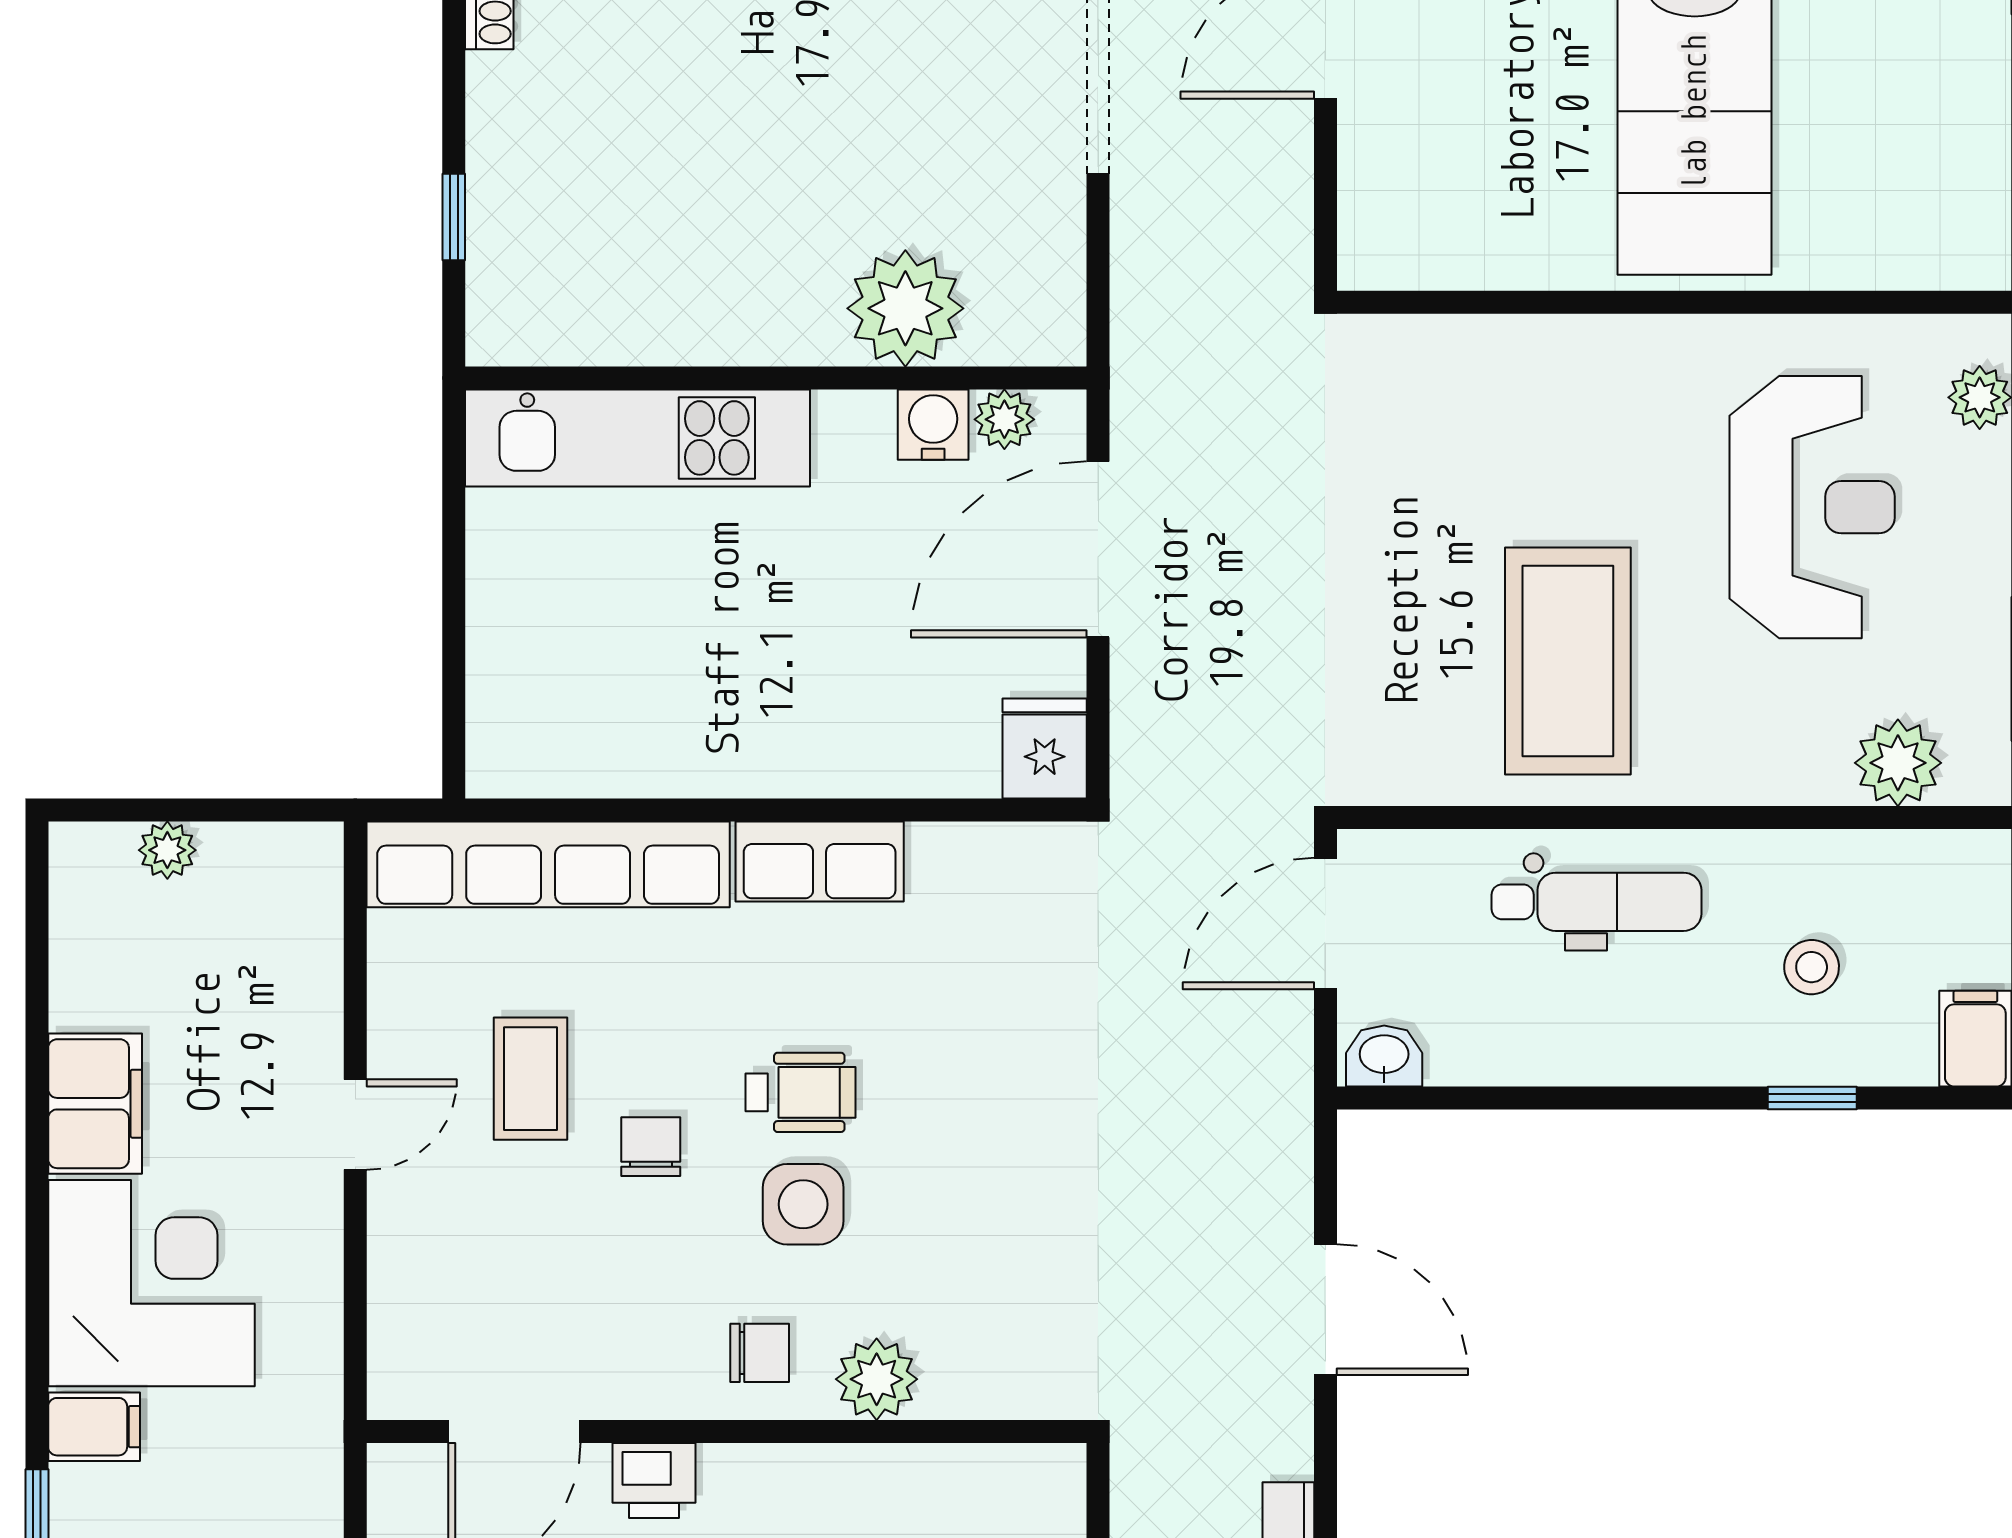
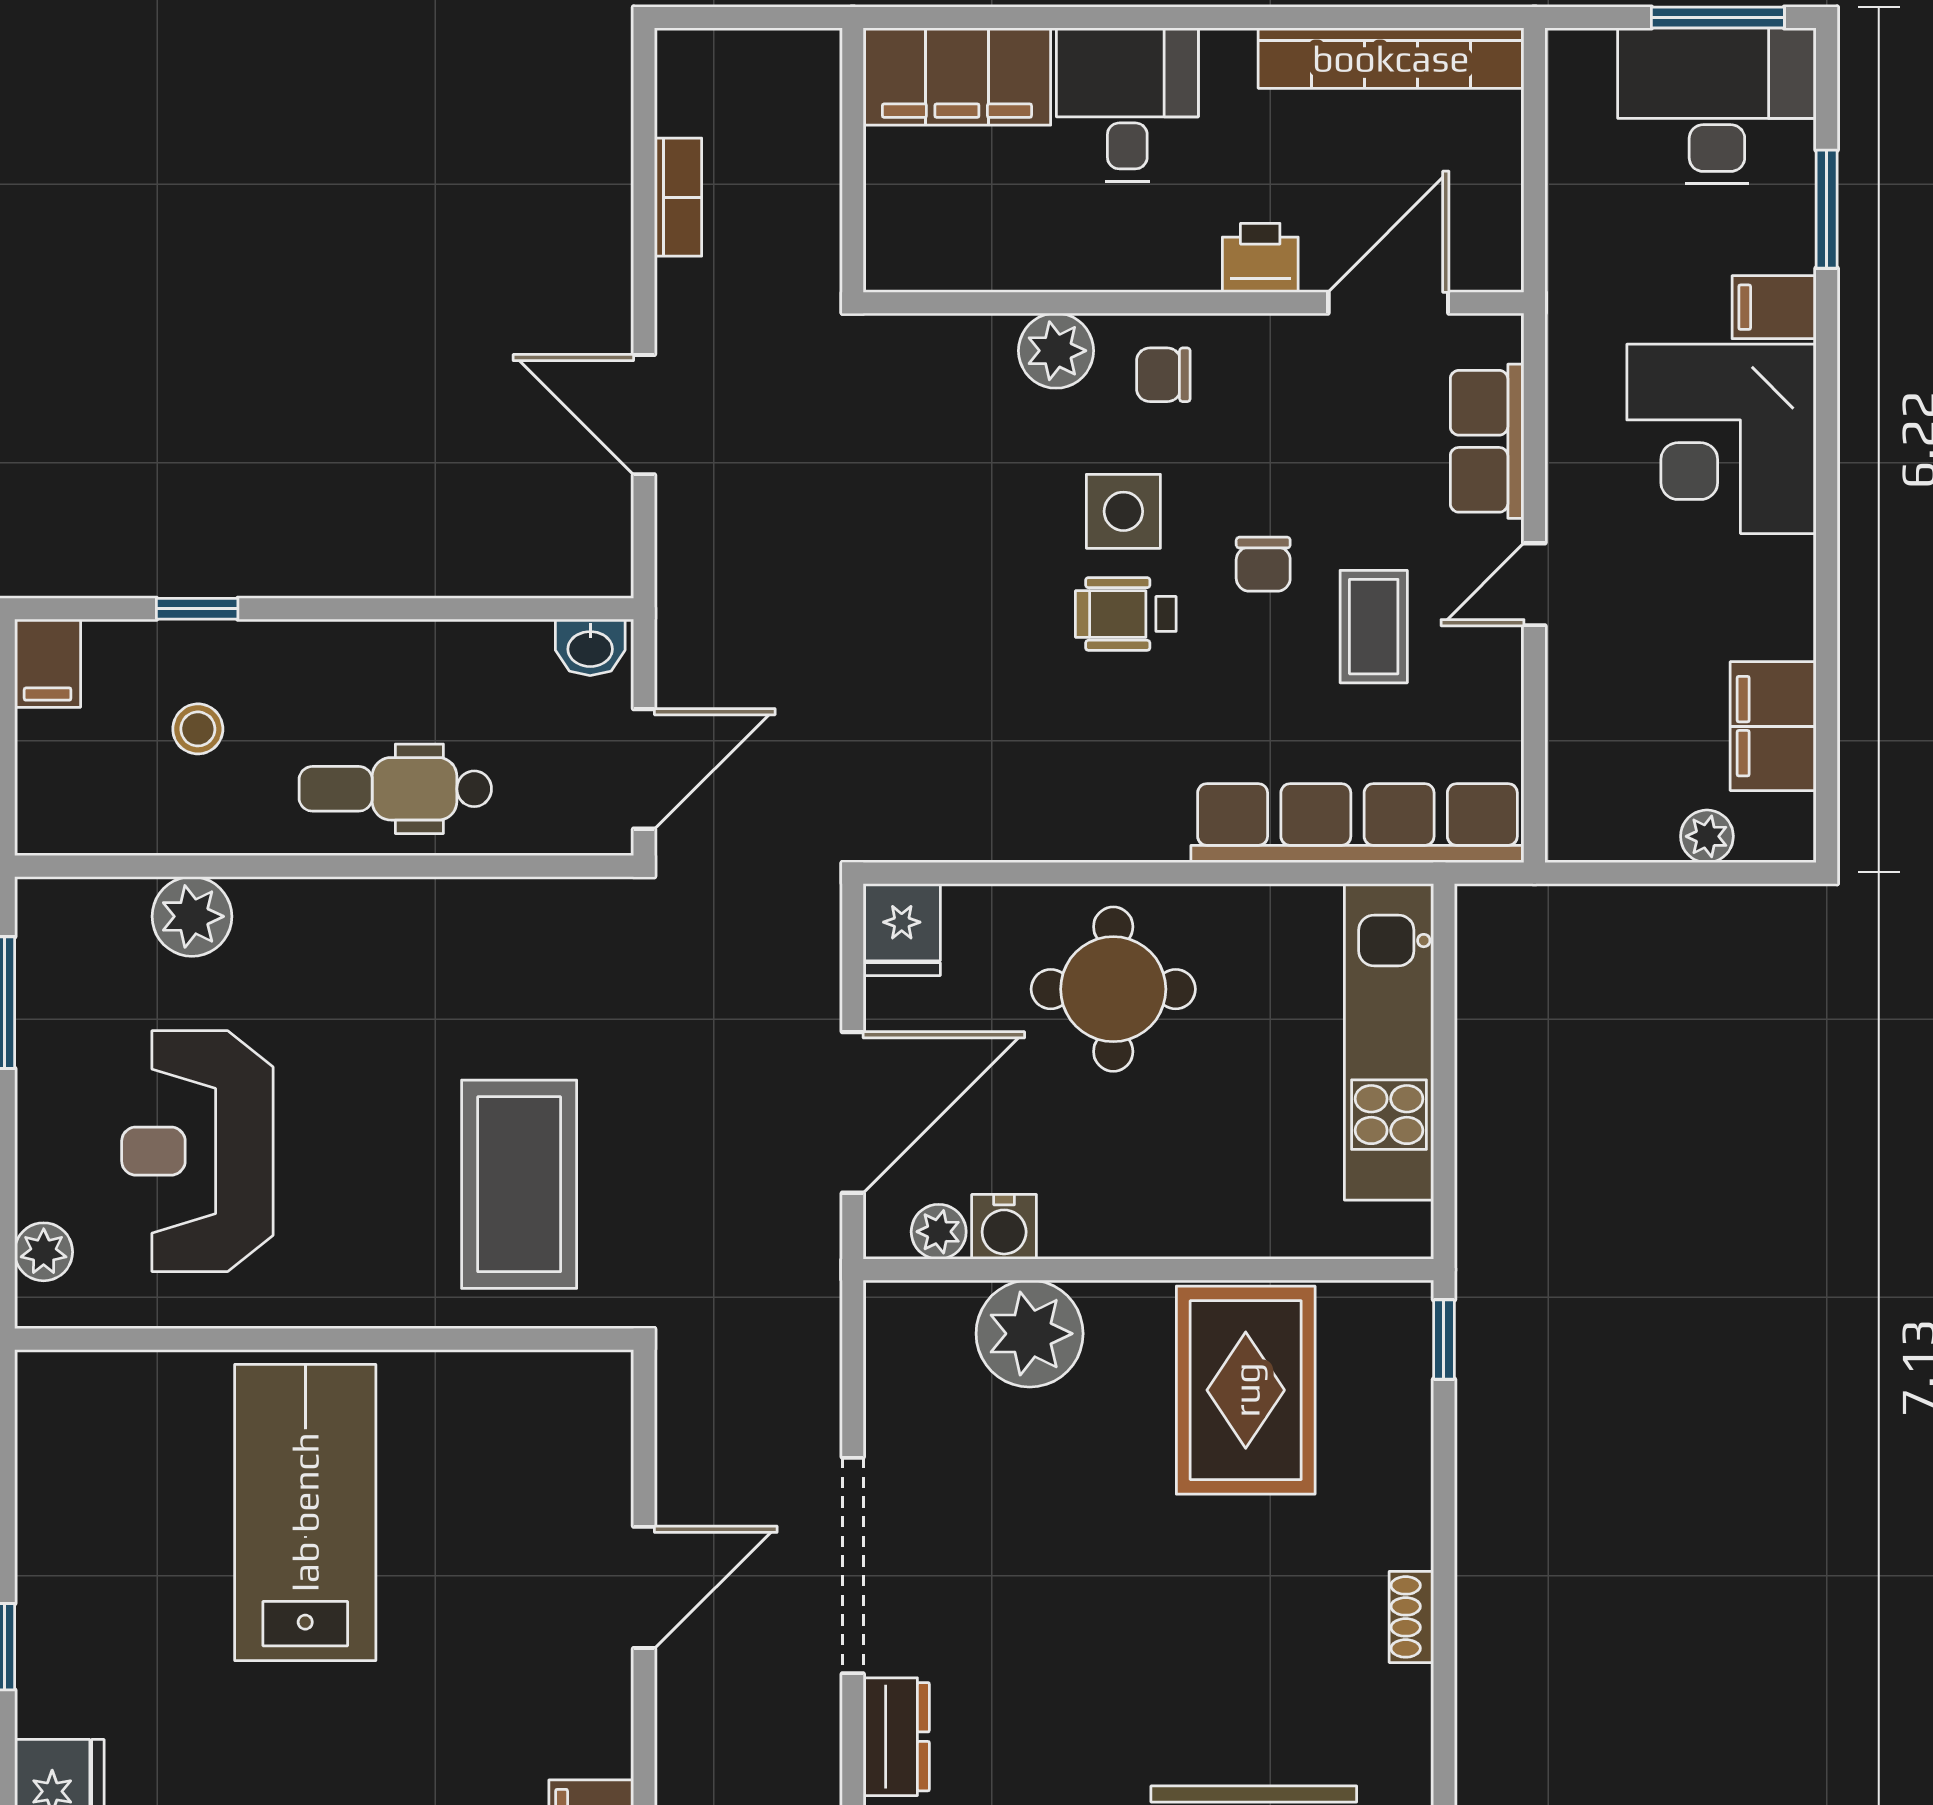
window: (454, 217) -> (1444, 1340), moved
rug: (670, 247) -> (1246, 1390), added
kitchen unit: (638, 438) -> (1389, 1042), moved, turned -90
coffee table: (1568, 661) -> (519, 1184), moved
round table: (814, 684) -> (1113, 989), added
plant: (1898, 763) -> (192, 916), moved
row of seats: (820, 862) -> (1487, 441), moved, turned -90
filing cabinet: (95, 1104) -> (1773, 726), moved

